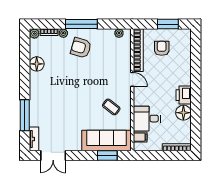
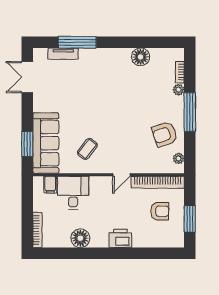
plant: (34, 34) -> (178, 54), removed
armchair: (81, 48) -> (165, 134), moved, turned -125
printer: (184, 95) -> (120, 238), moved
tv unit: (34, 139) -> (63, 54), moved

